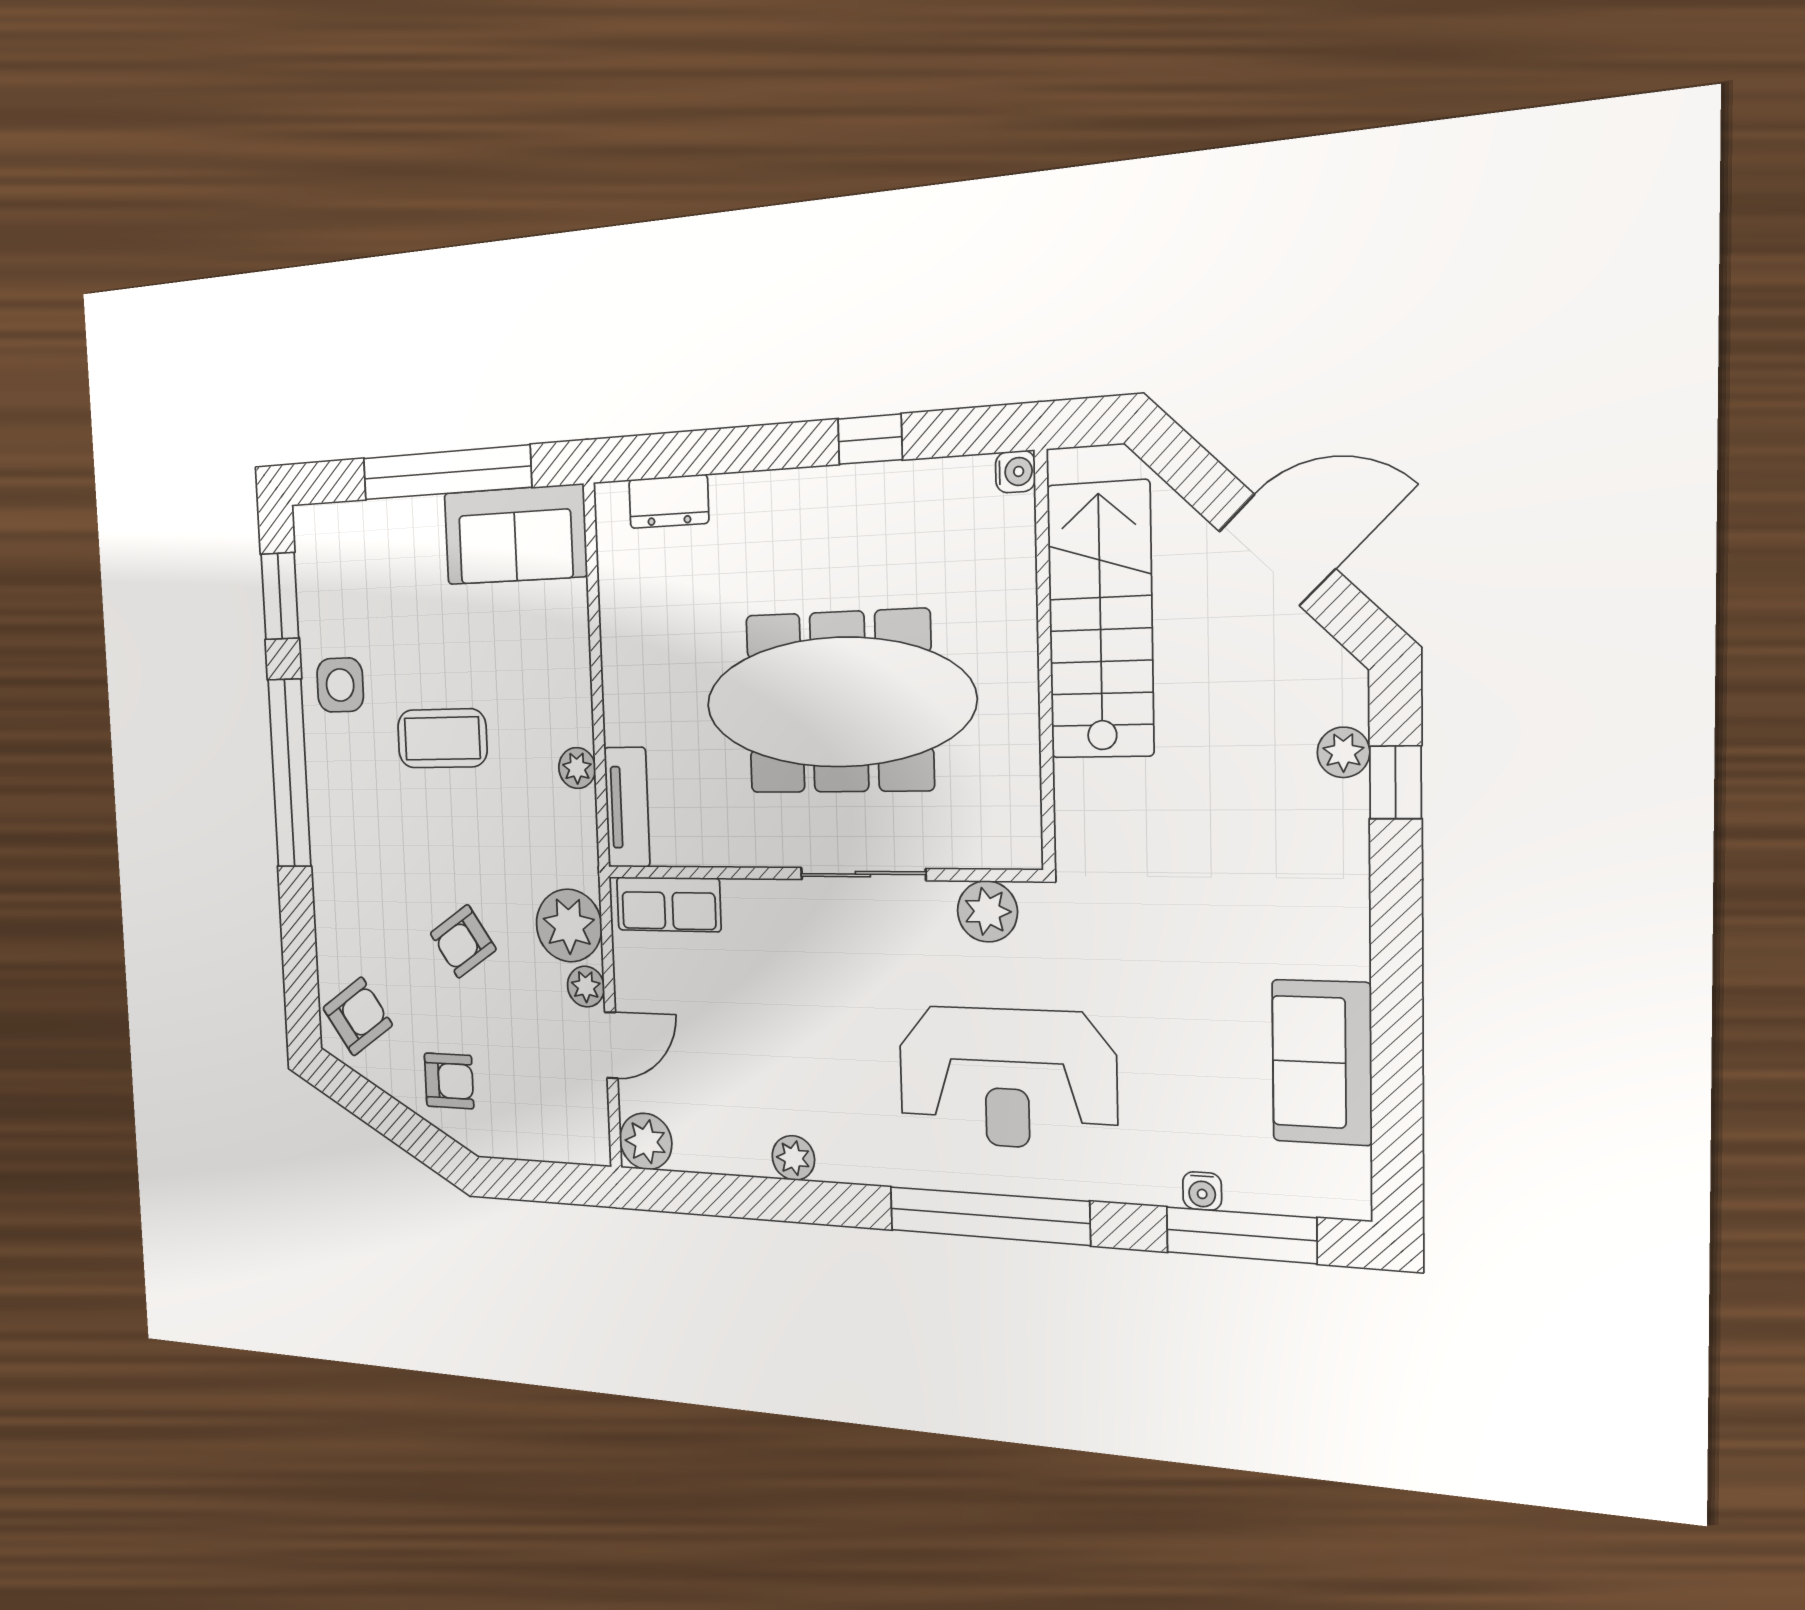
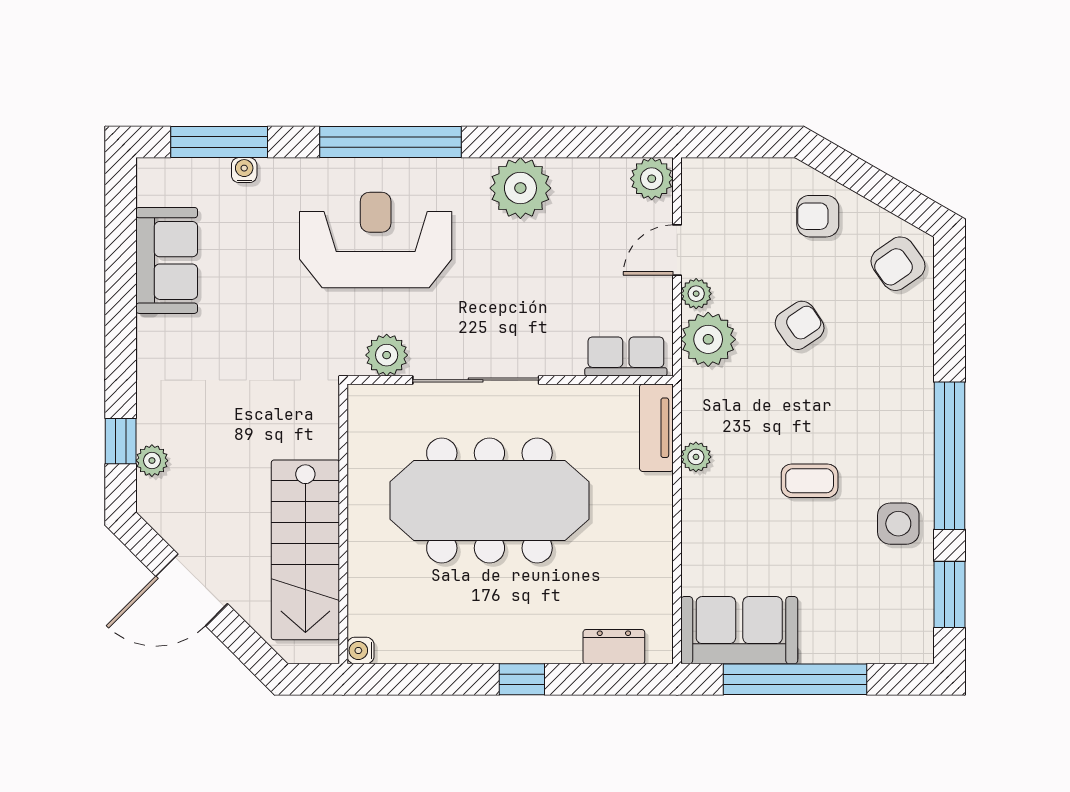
window: (870, 439) -> (522, 679), moved
coffee table: (442, 738) -> (810, 481), width x0.73, depth x0.77
sliding door: (863, 874) -> (476, 380), width x1.37
plant: (793, 1158) -> (520, 188), width x1.88, depth x1.88

